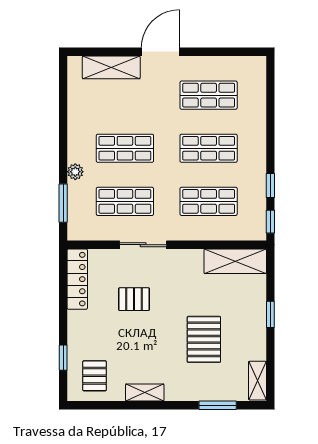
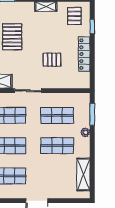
shelving: (111, 67) -> (83, 174), moved, turned 90
sliding door: (143, 245) -> (28, 91), moved
locker: (77, 279) -> (84, 54), moved

